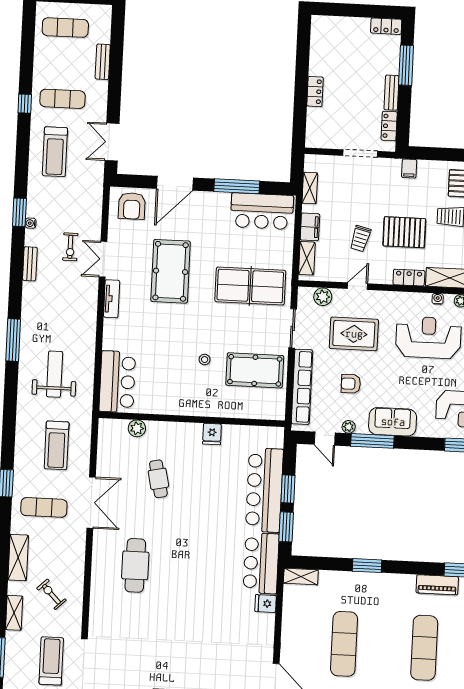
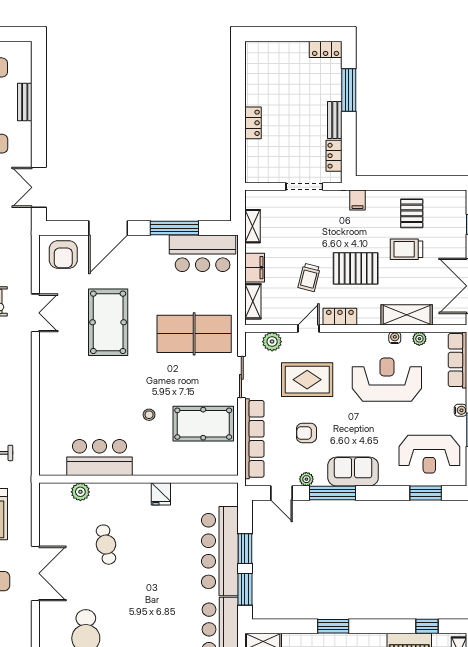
double door: (103, 259) -> (35, 313), swing flipped
locker: (409, 278) -> (340, 317), moved
tv unit: (112, 299) -> (47, 355), removed
bar counter: (117, 382) -> (99, 458), moved, turned -90

